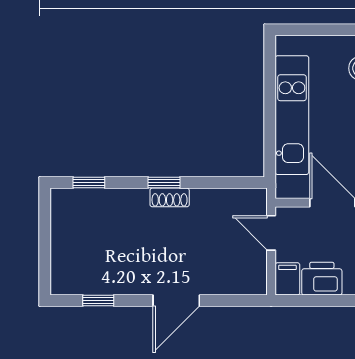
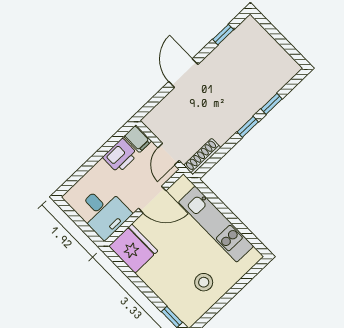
window: (89, 183) -> (272, 104), moved
shoe rack: (170, 197) -> (202, 156), moved, width x1.43
door: (271, 233) -> (169, 154), swing flipped

